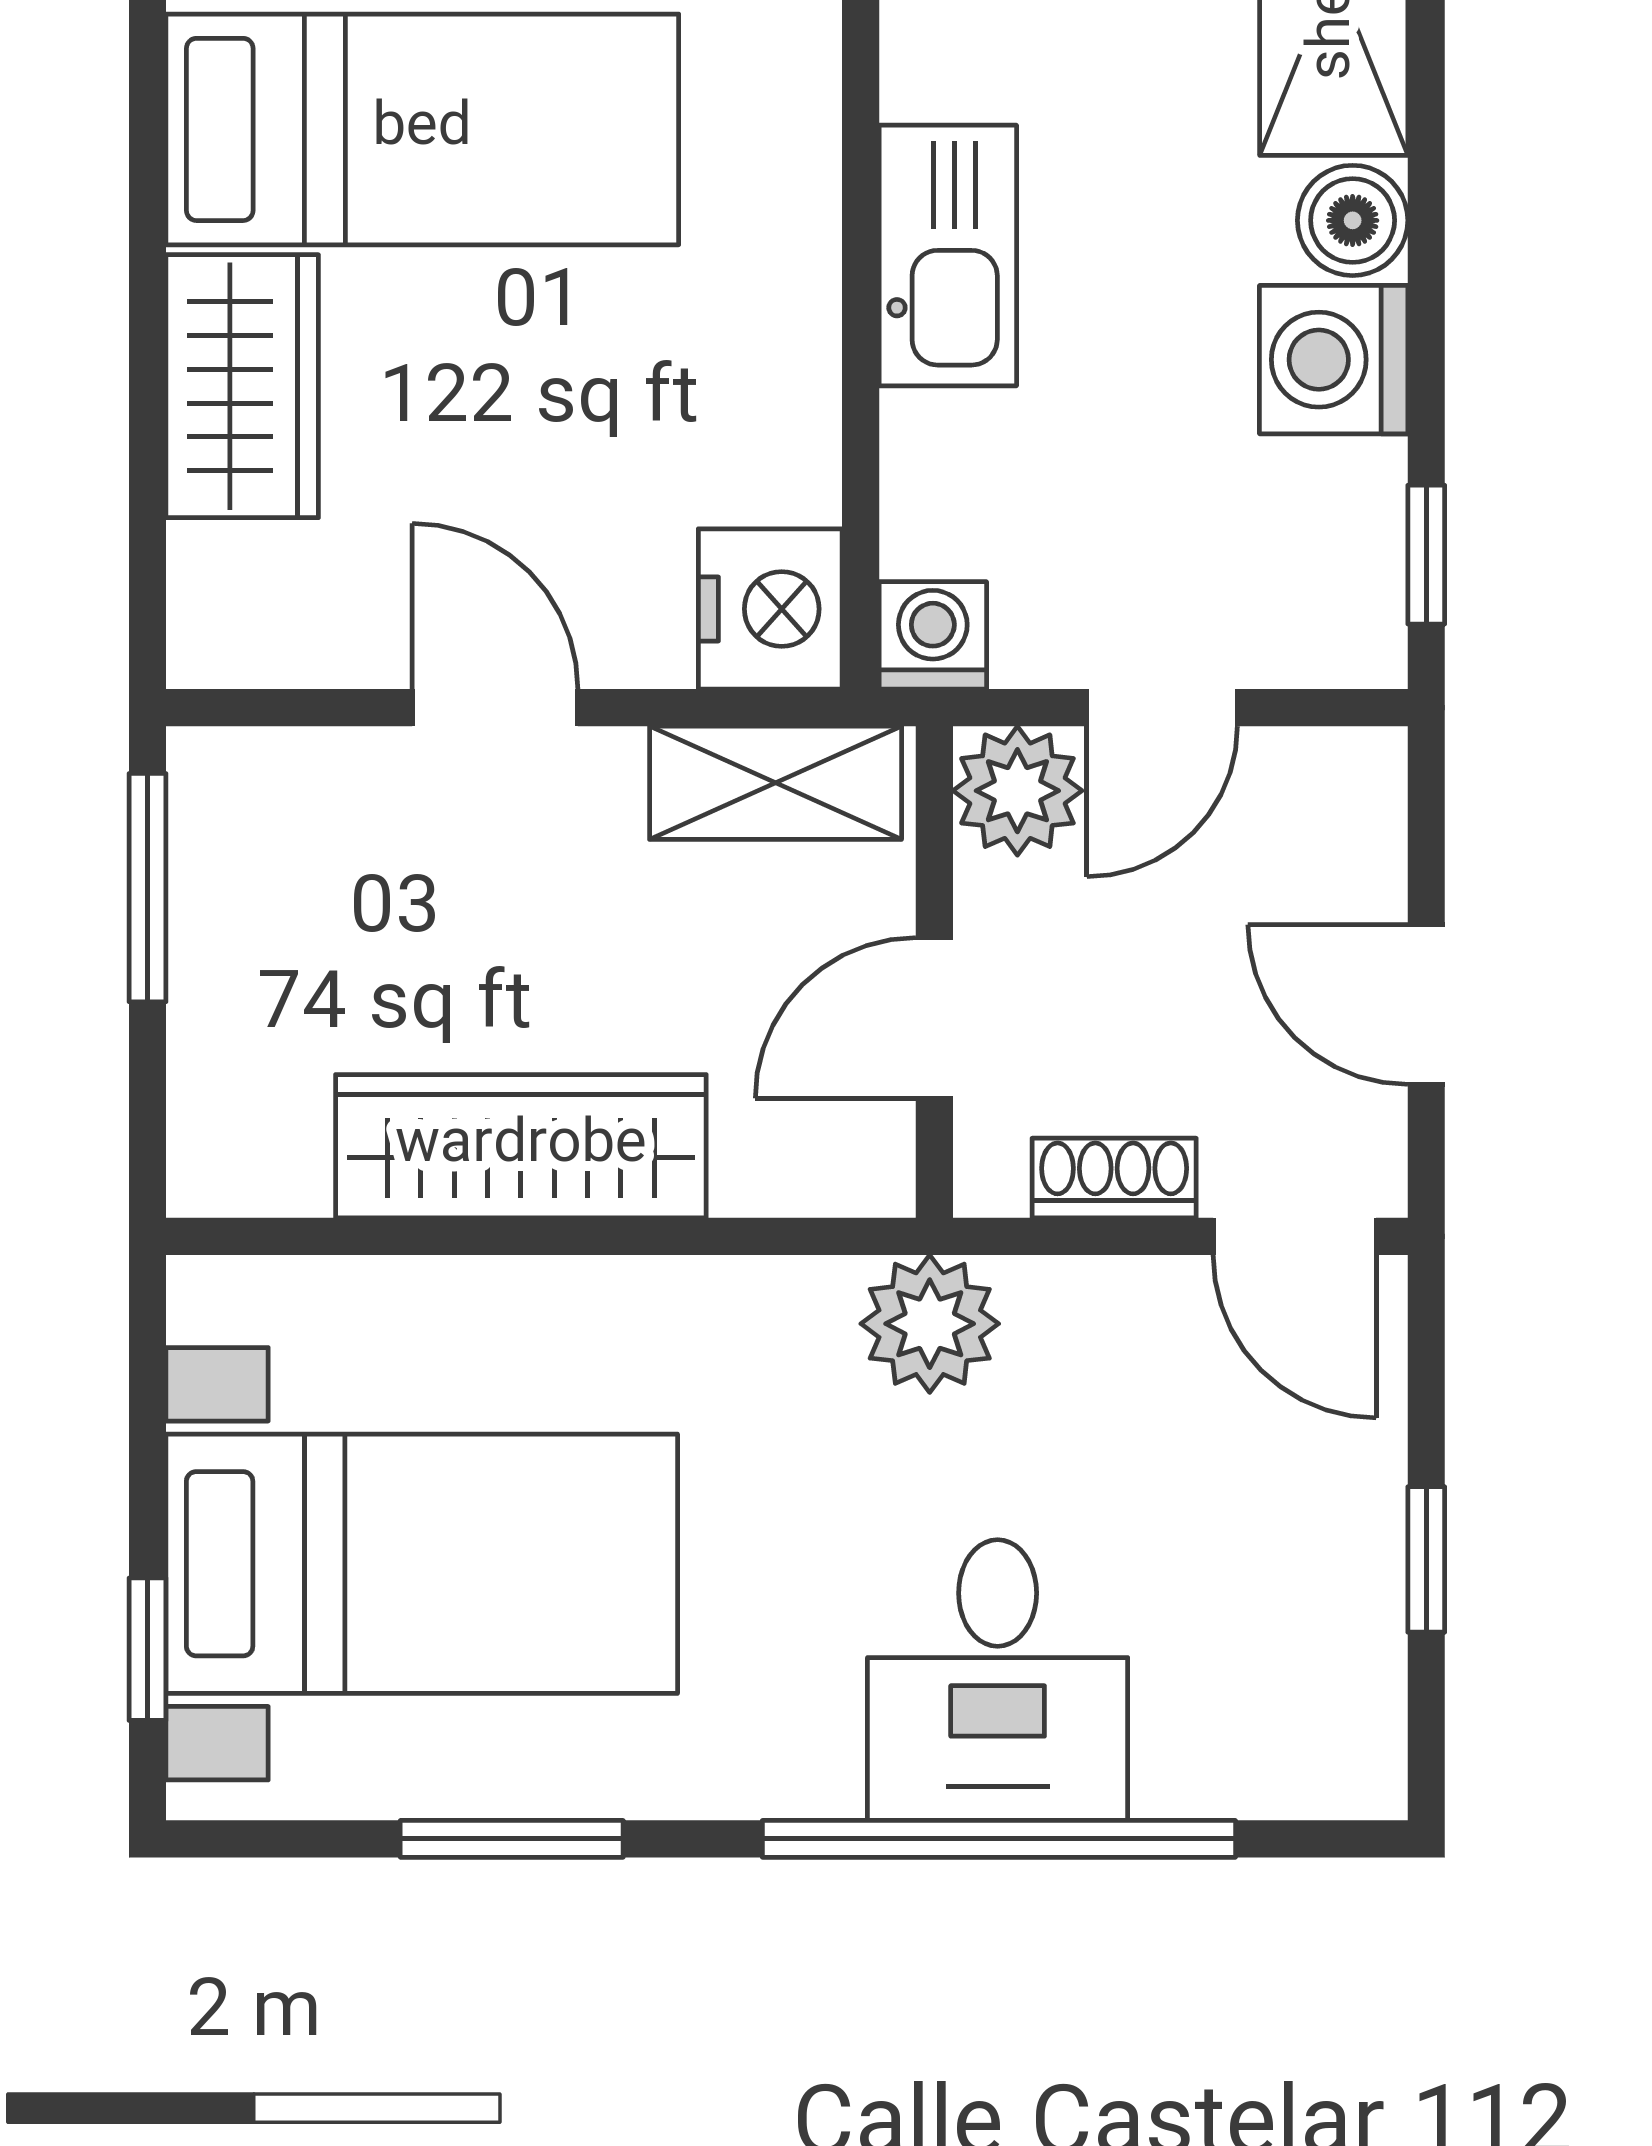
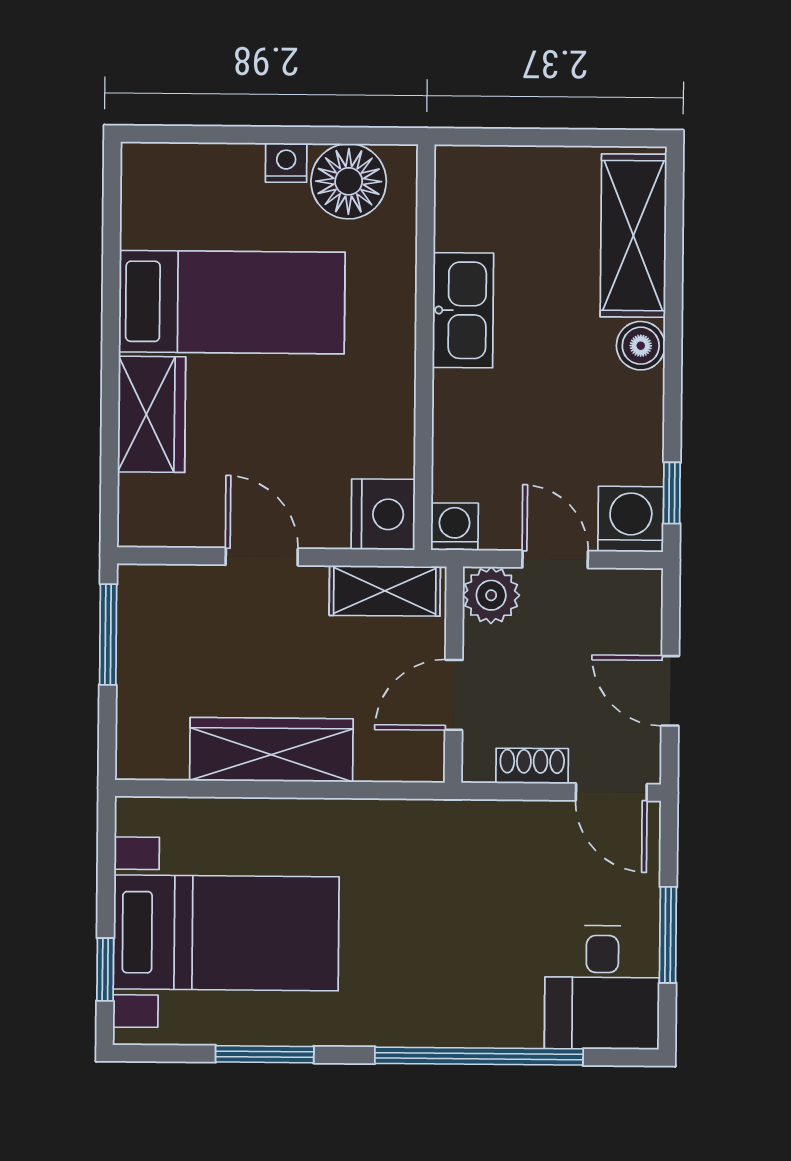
kitchen sink: (948, 256) -> (463, 310), moved
washing machine: (1334, 360) -> (631, 519), moved, turned 90
door: (1162, 708) -> (555, 559), swing flipped
plant: (930, 1324) -> (450, 829), removed
window: (1426, 1559) -> (668, 935), width x1.50
desk: (998, 1680) -> (602, 987), moved

